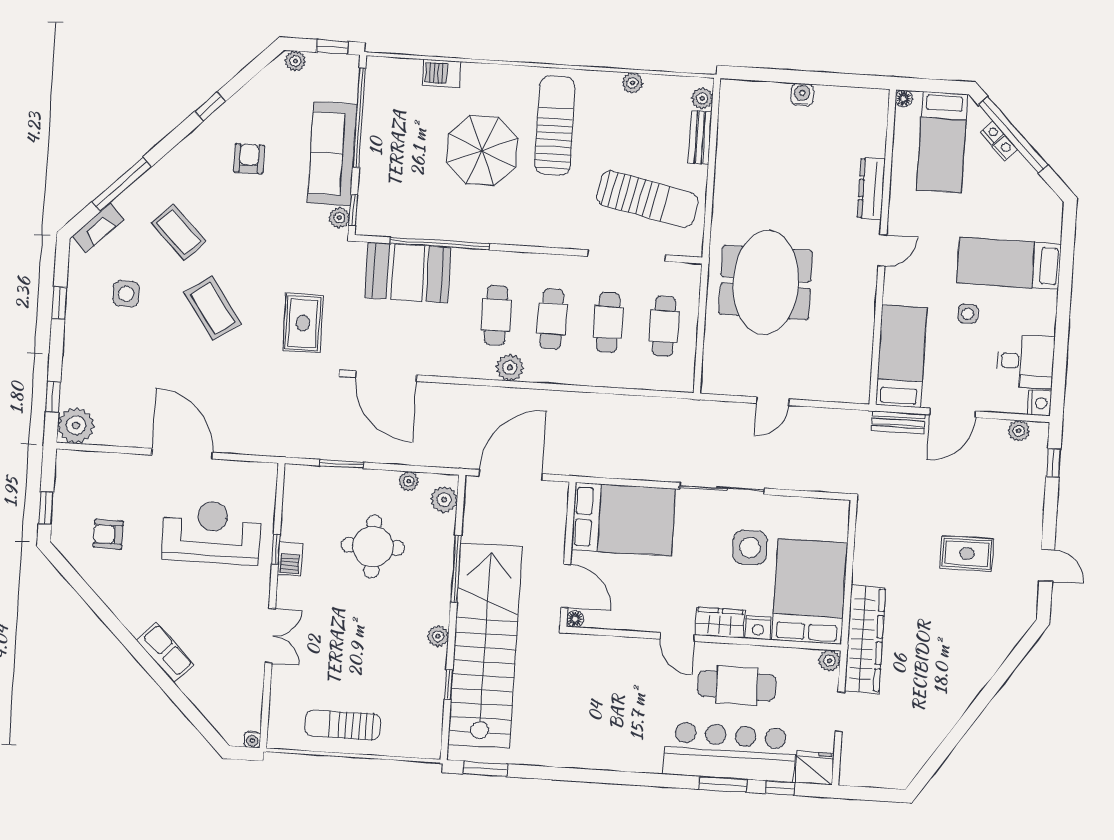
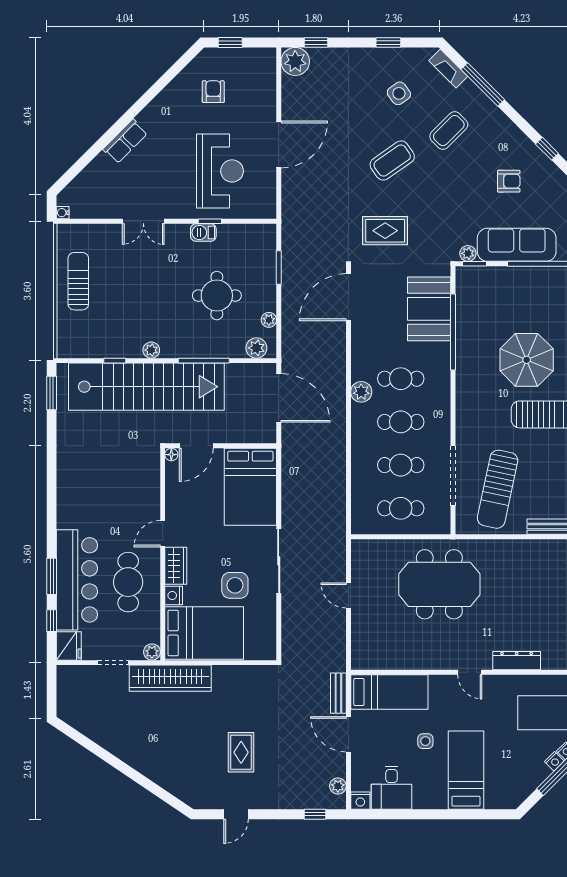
side table: (126, 294) -> (399, 93), turned -36

